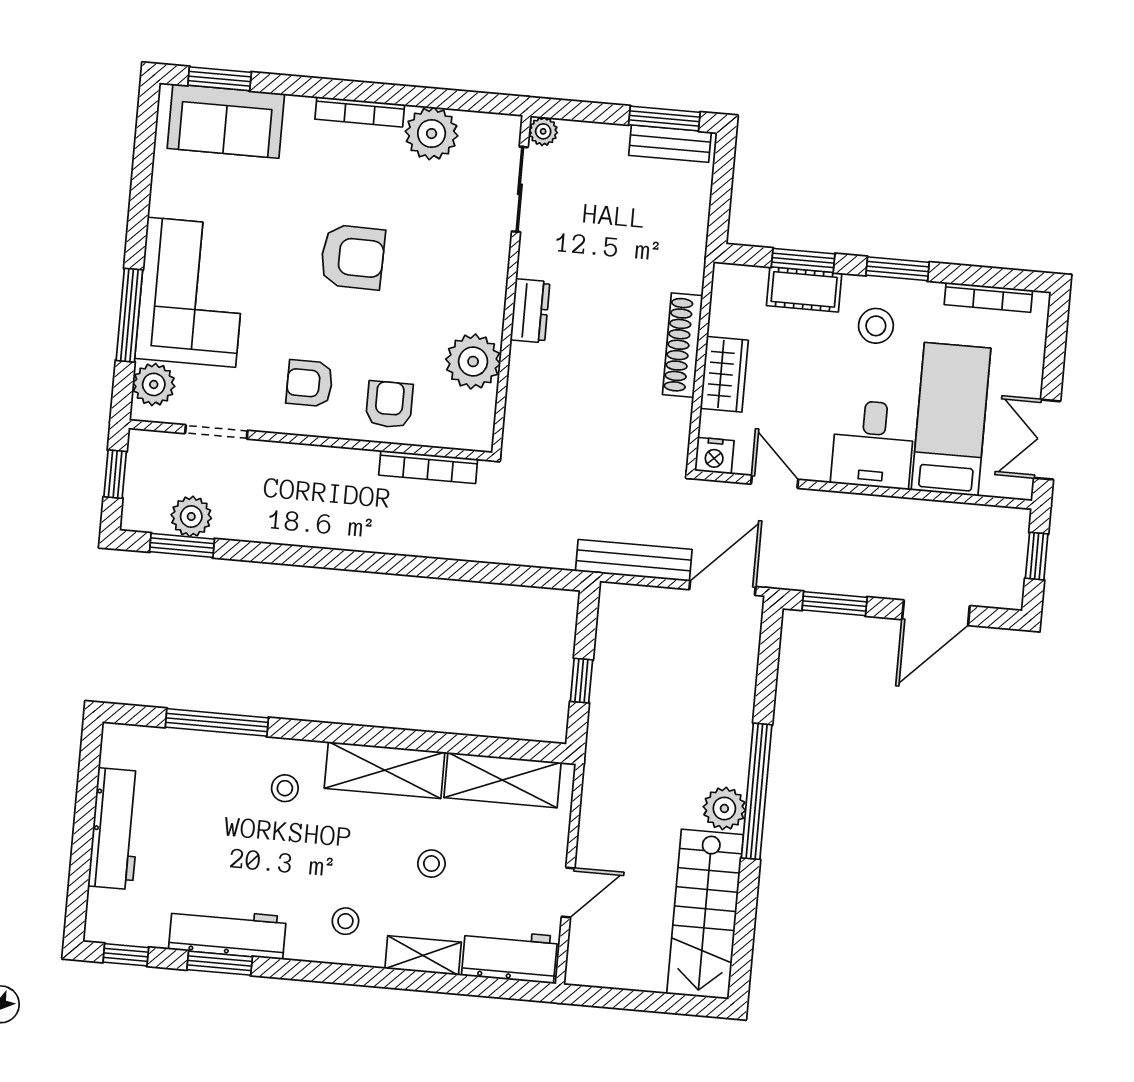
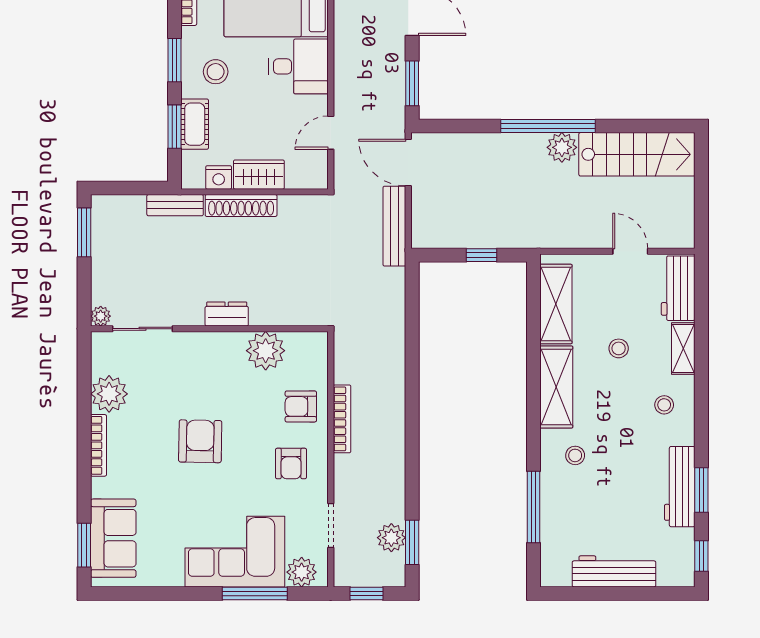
bench: (670, 144) -> (175, 205), moved, turned 90
nightstand: (714, 456) -> (219, 177), moved, turned 90
bookcase: (428, 467) -> (342, 419), moved

